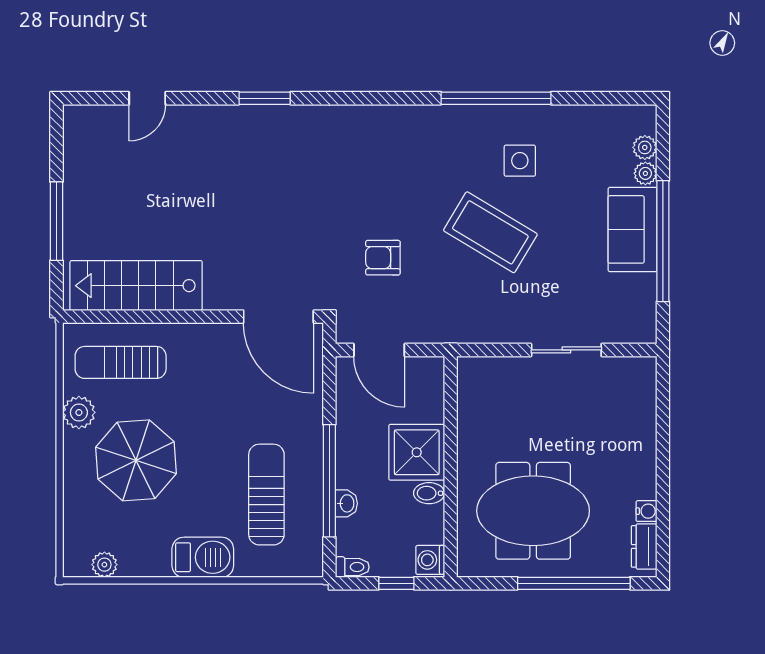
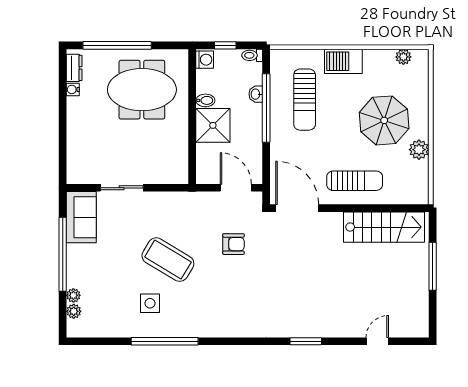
sofa: (632, 229) -> (81, 217), moved
sun lounger: (121, 362) -> (355, 181), moved

